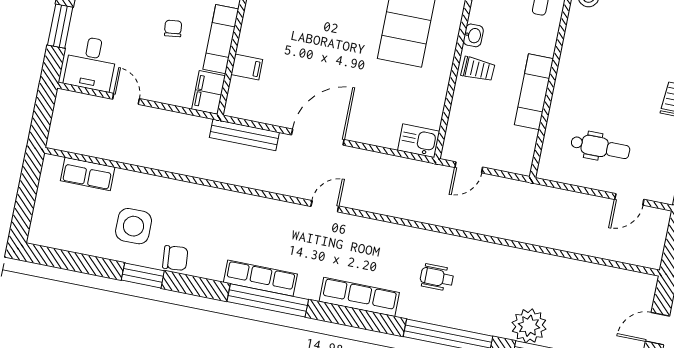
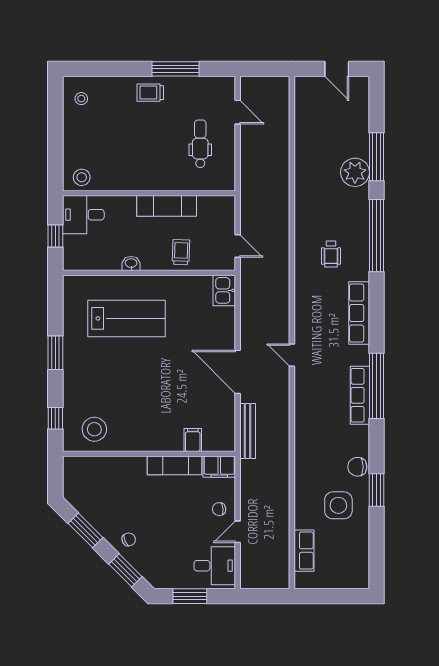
chair: (173, 28) -> (219, 509), moved
trolley: (478, 69) -> (181, 252), moved
chair: (175, 258) -> (357, 467), turned -85

